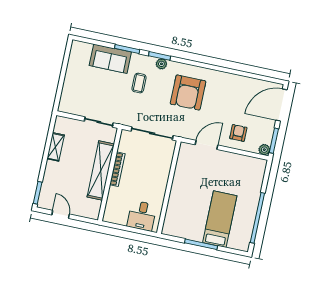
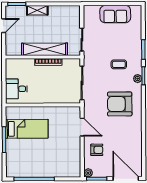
sofa: (110, 59) -> (115, 14), moved, turned -90
shelving: (56, 147) -> (37, 10), moved
bed: (220, 219) -> (27, 129), moved

